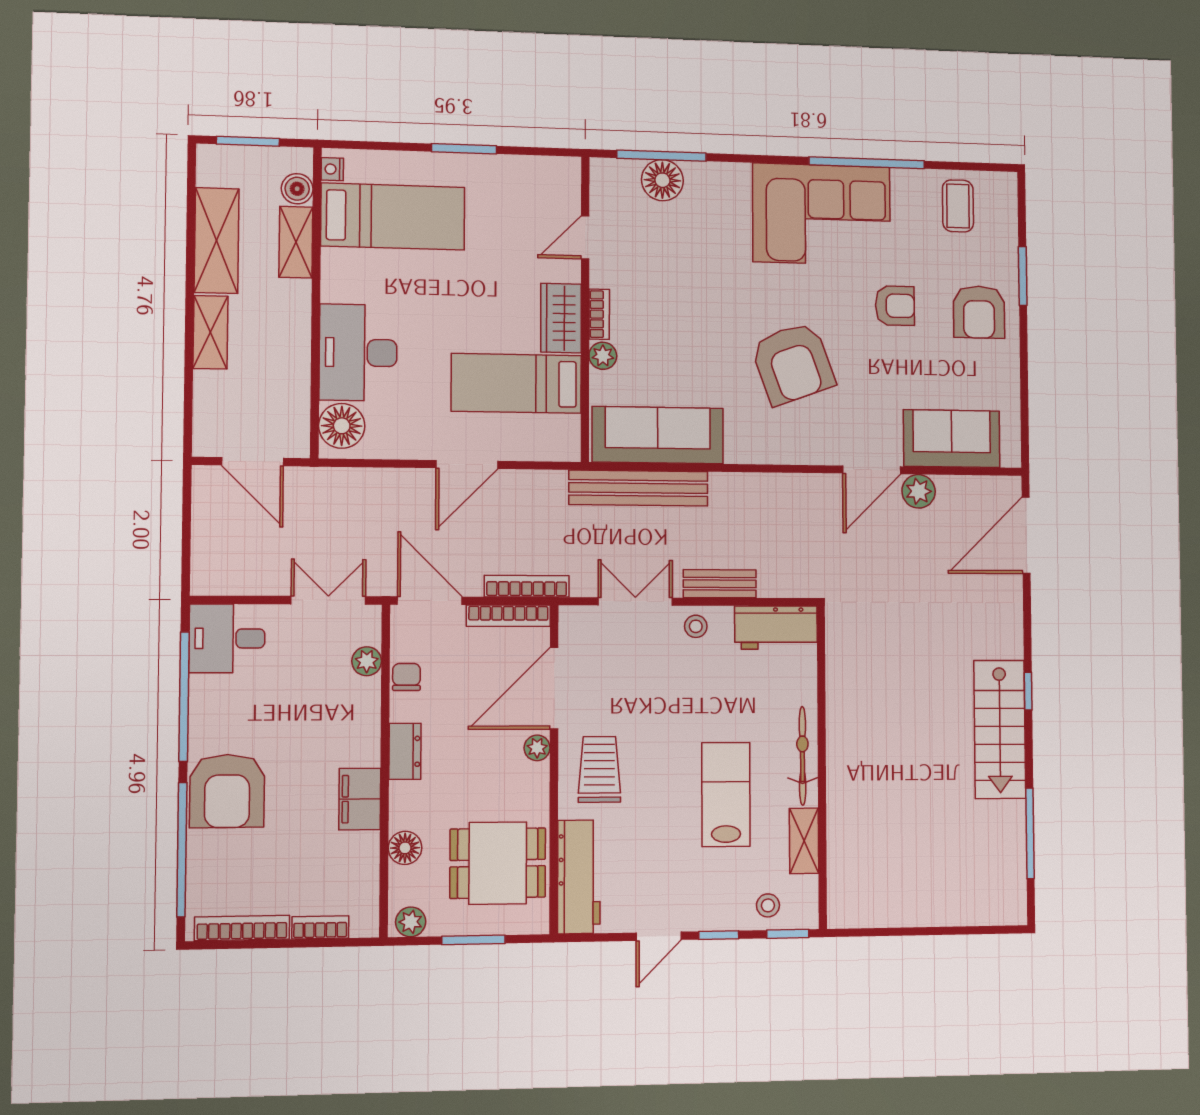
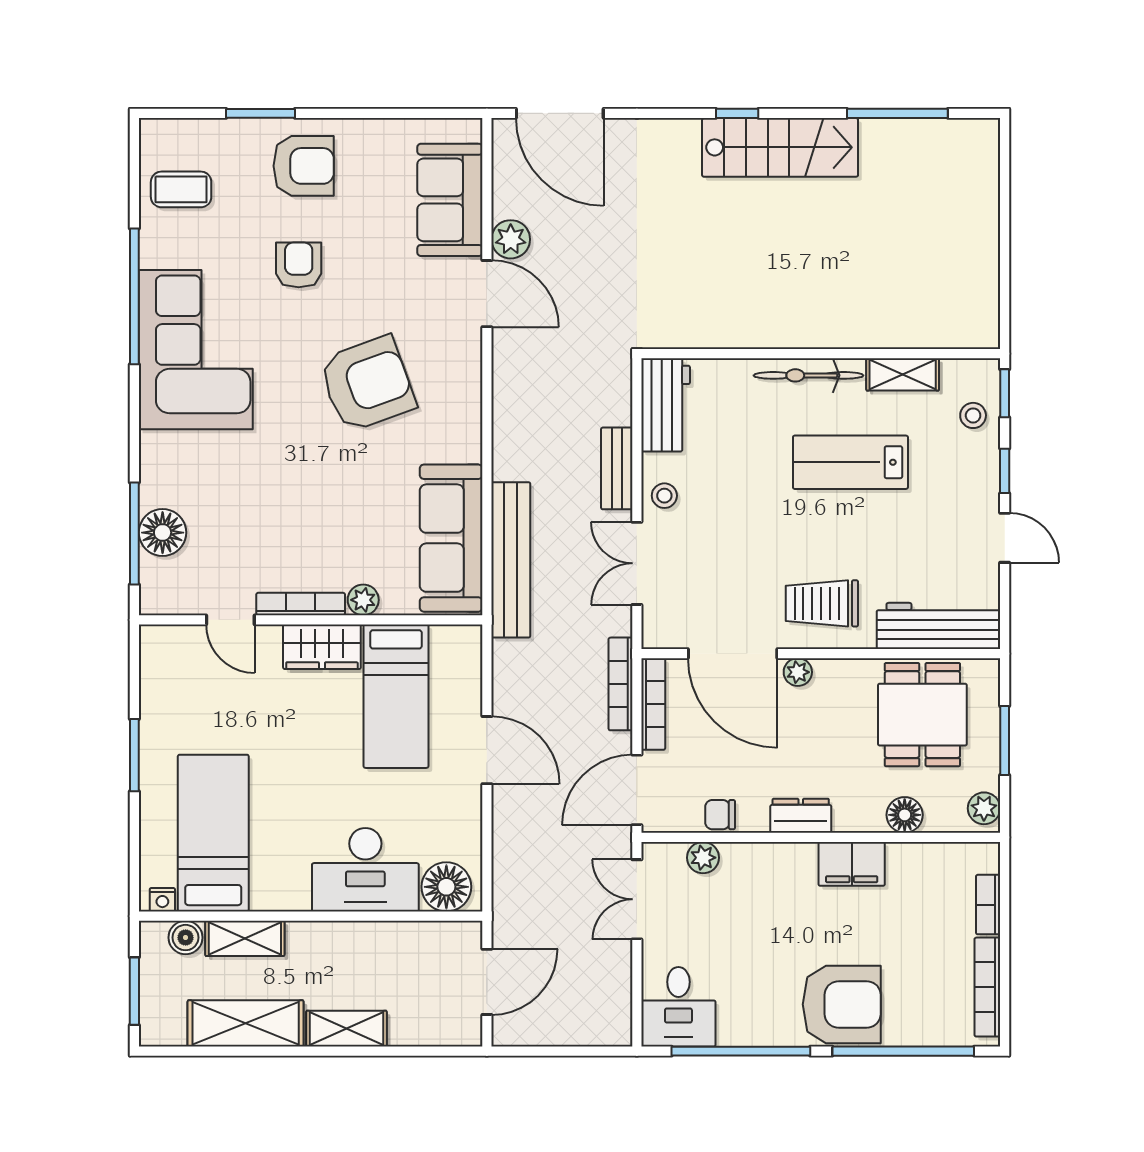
bookcase: (599, 314) -> (301, 604), width x1.56

